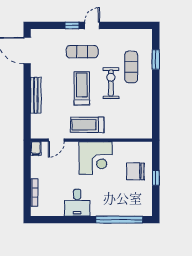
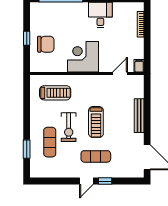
treadmill: (87, 125) -> (55, 93), moved

